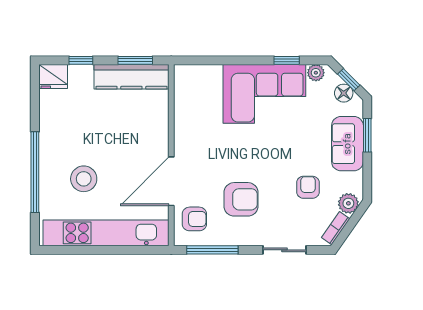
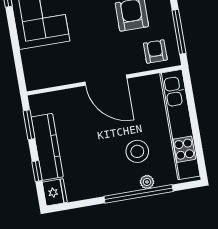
kitchen counter: (131, 77) -> (47, 147), moved
door: (171, 181) -> (106, 80), moved
plant: (47, 184) -> (147, 182), added

